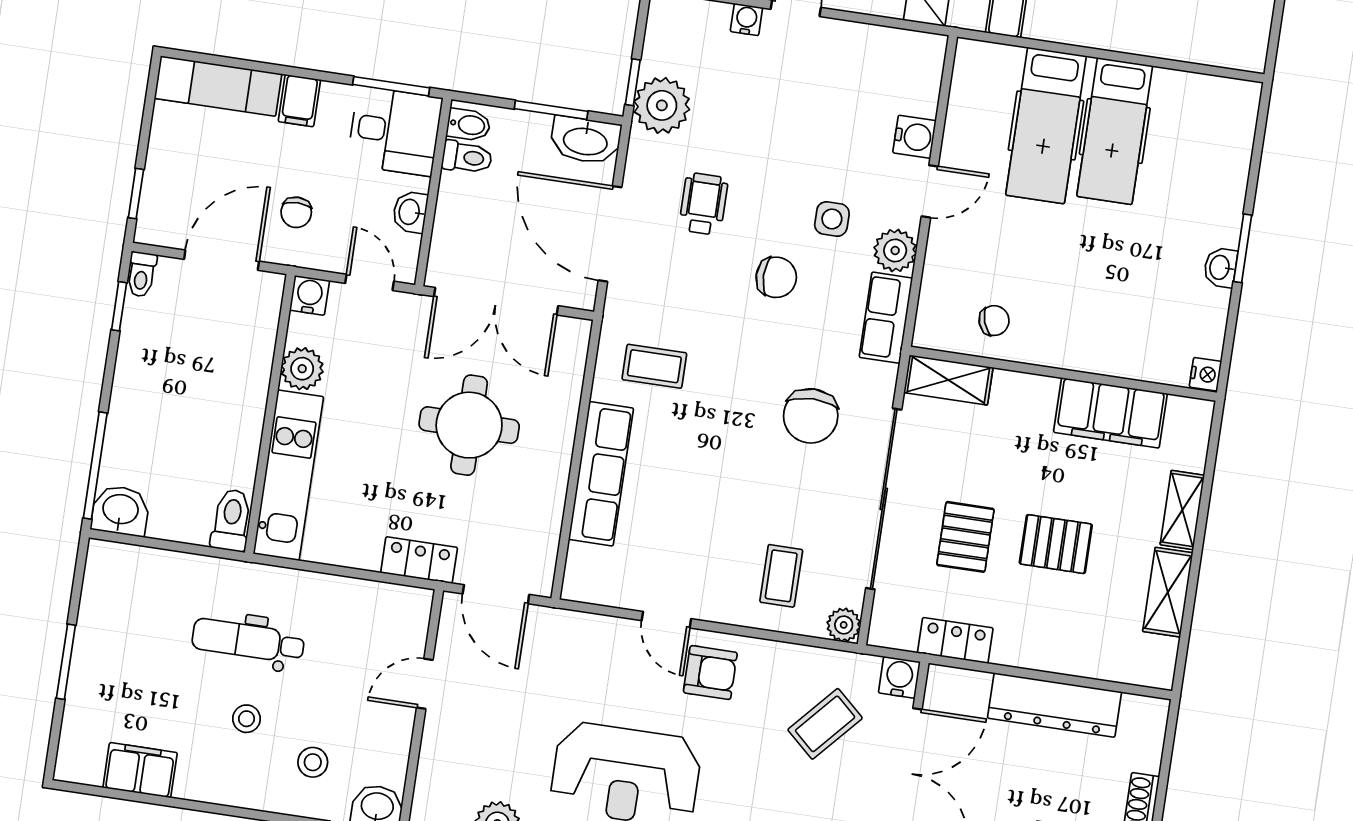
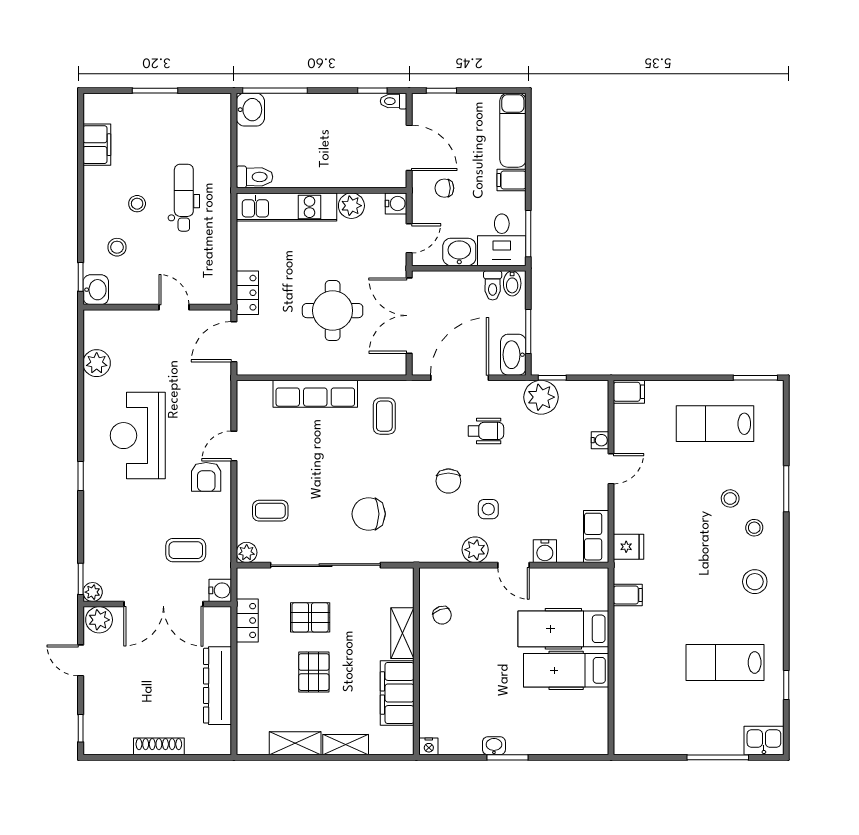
washbasin: (410, 212) -> (459, 252), width x1.38, depth x1.45
row of seats: (886, 318) -> (596, 537), moved, turned -90
shelving: (948, 380) -> (402, 633), moved
coffee table: (825, 724) -> (186, 550), turned -42

